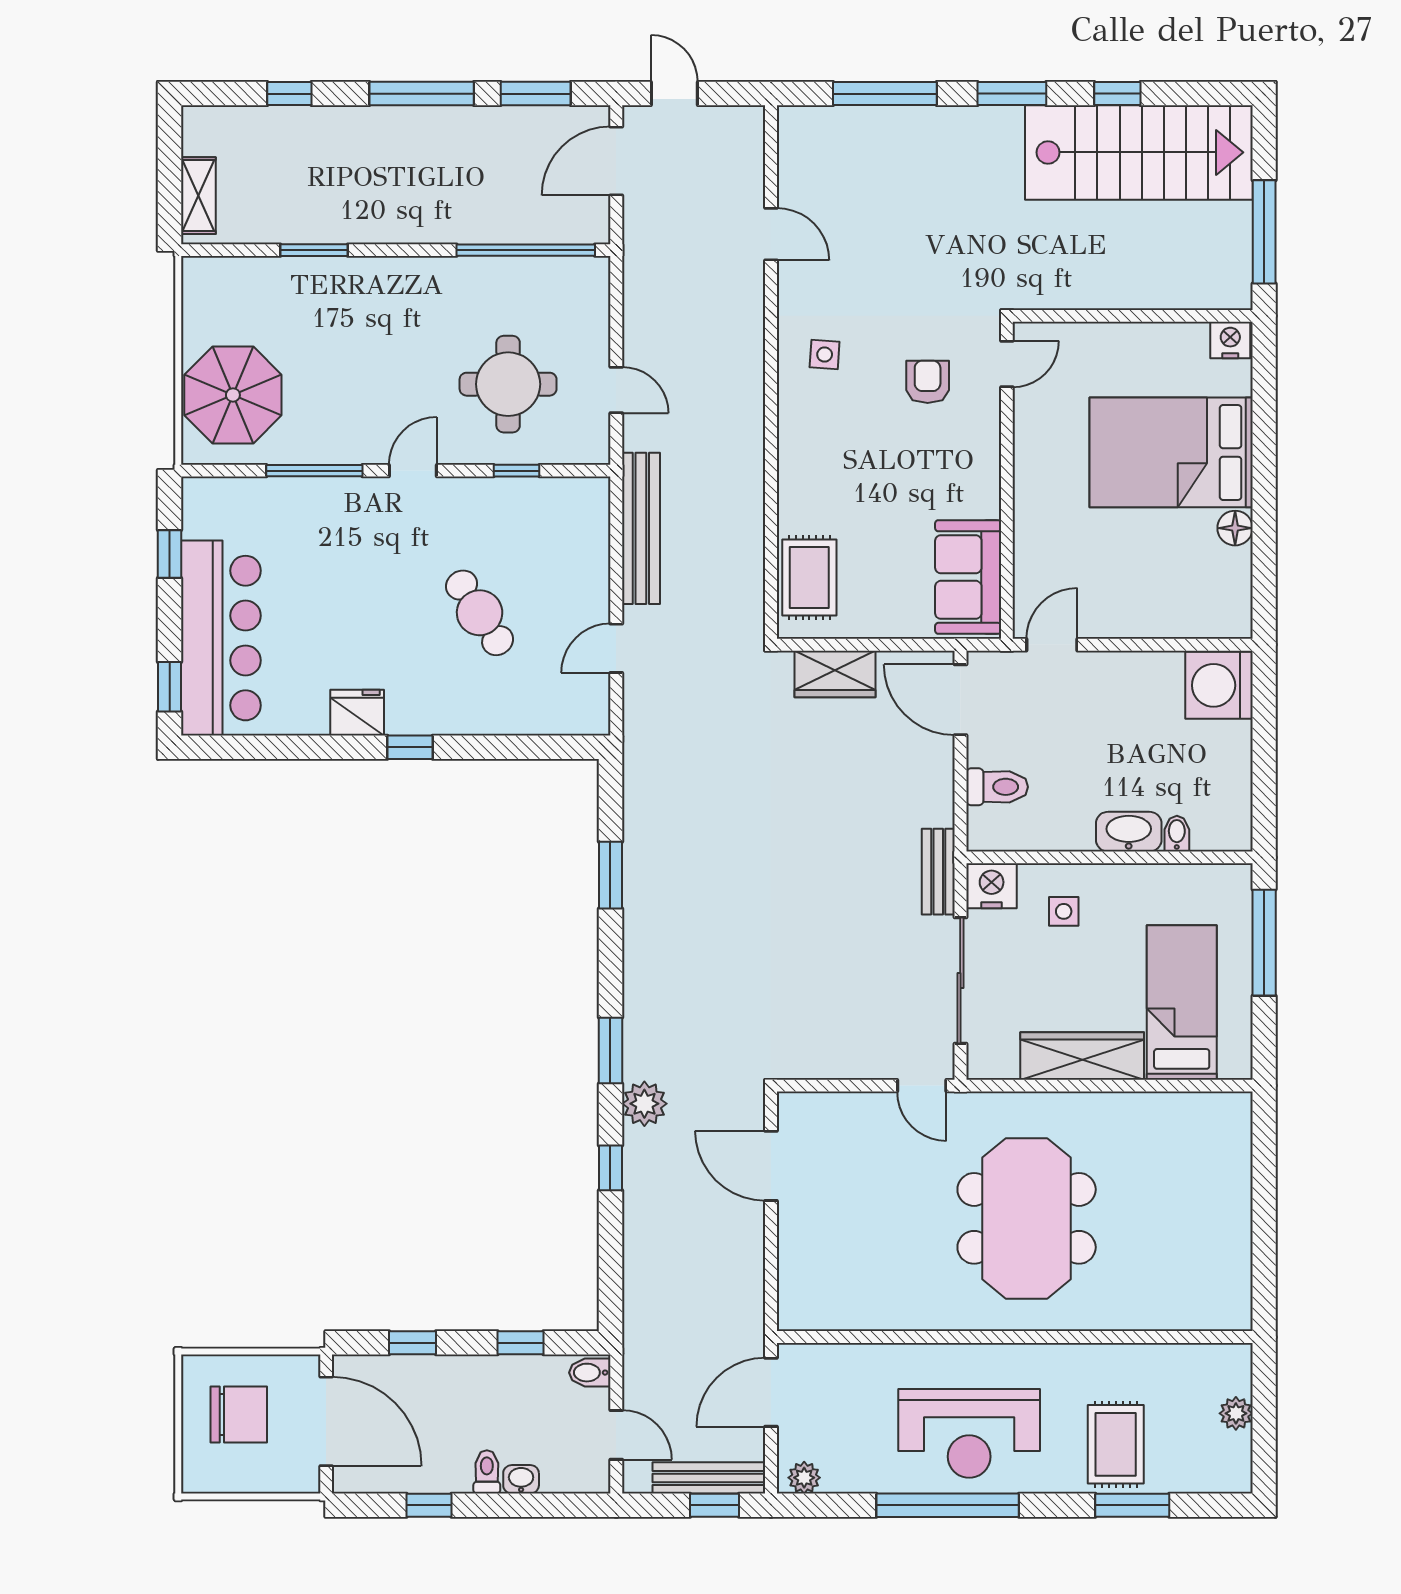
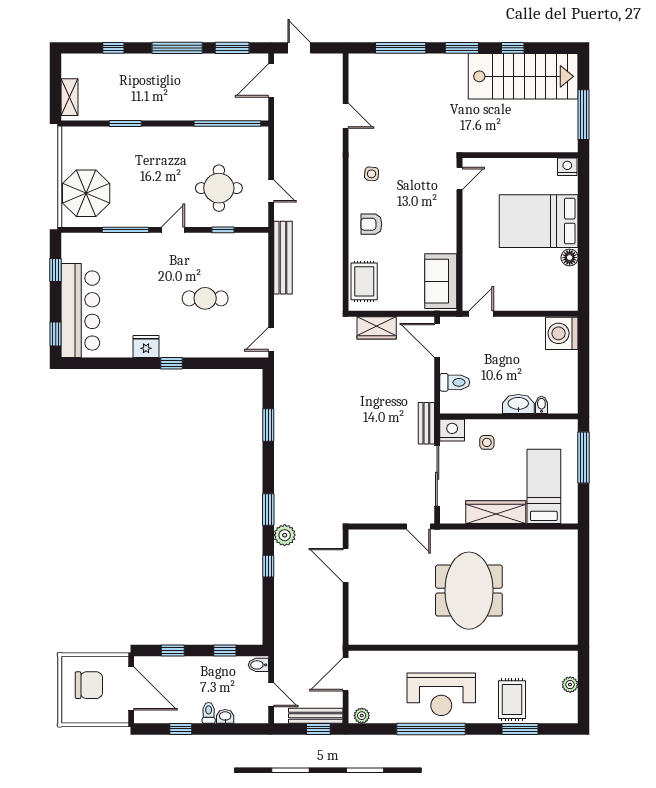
armchair: (928, 382) -> (371, 224), moved, turned -90
cafe table: (480, 613) -> (205, 298), turned -57
door: (616, 648) -> (271, 339), moved

